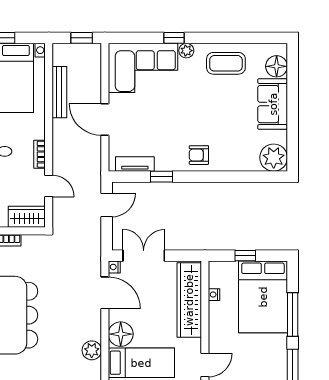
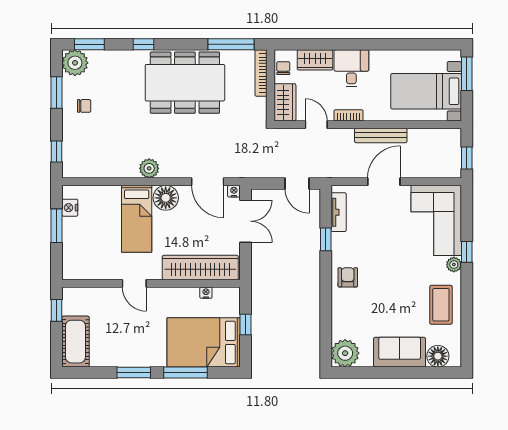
bench: (59, 92) -> (381, 135), moved
door: (49, 186) -> (316, 125), swing flipped
door: (105, 293) -> (208, 182), hinge flipped

